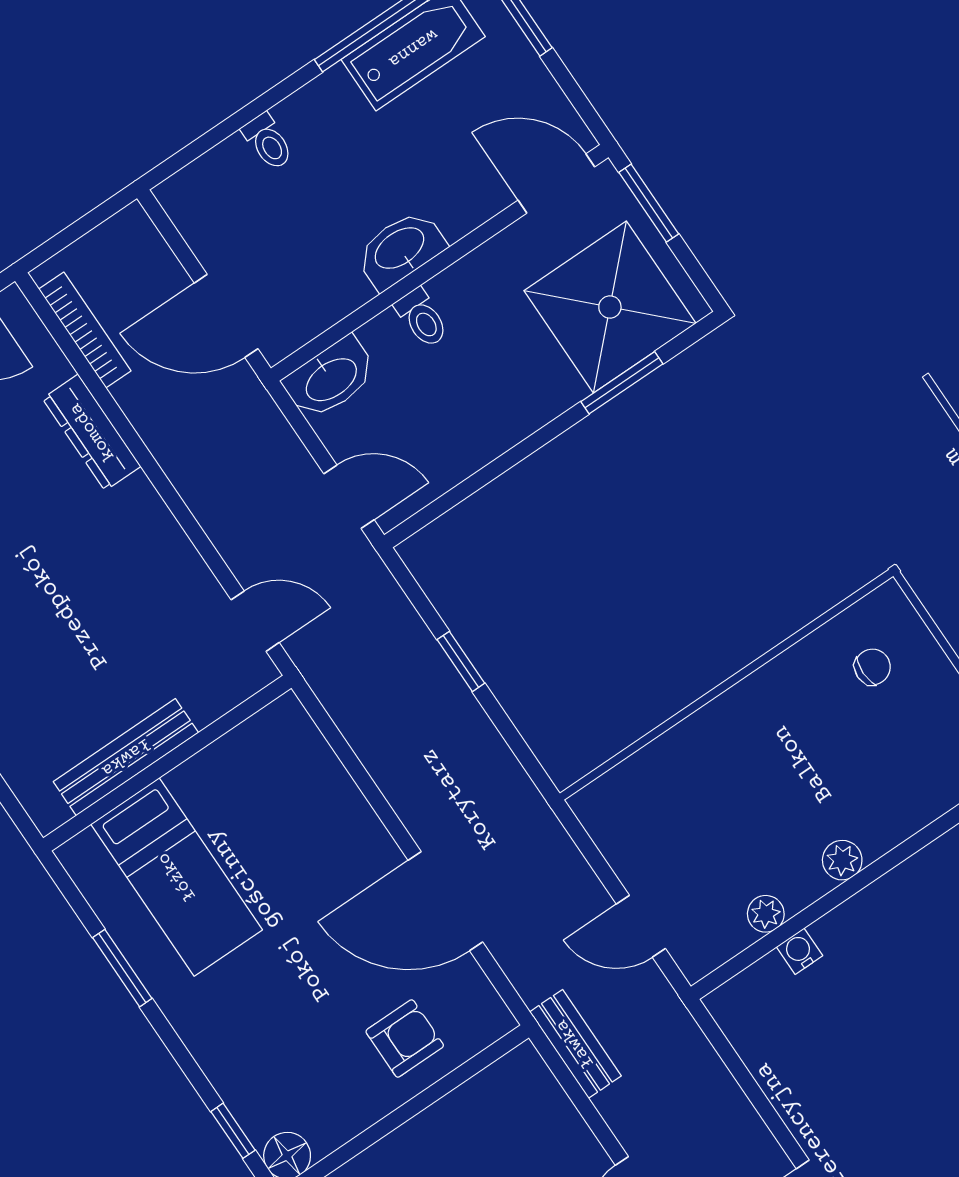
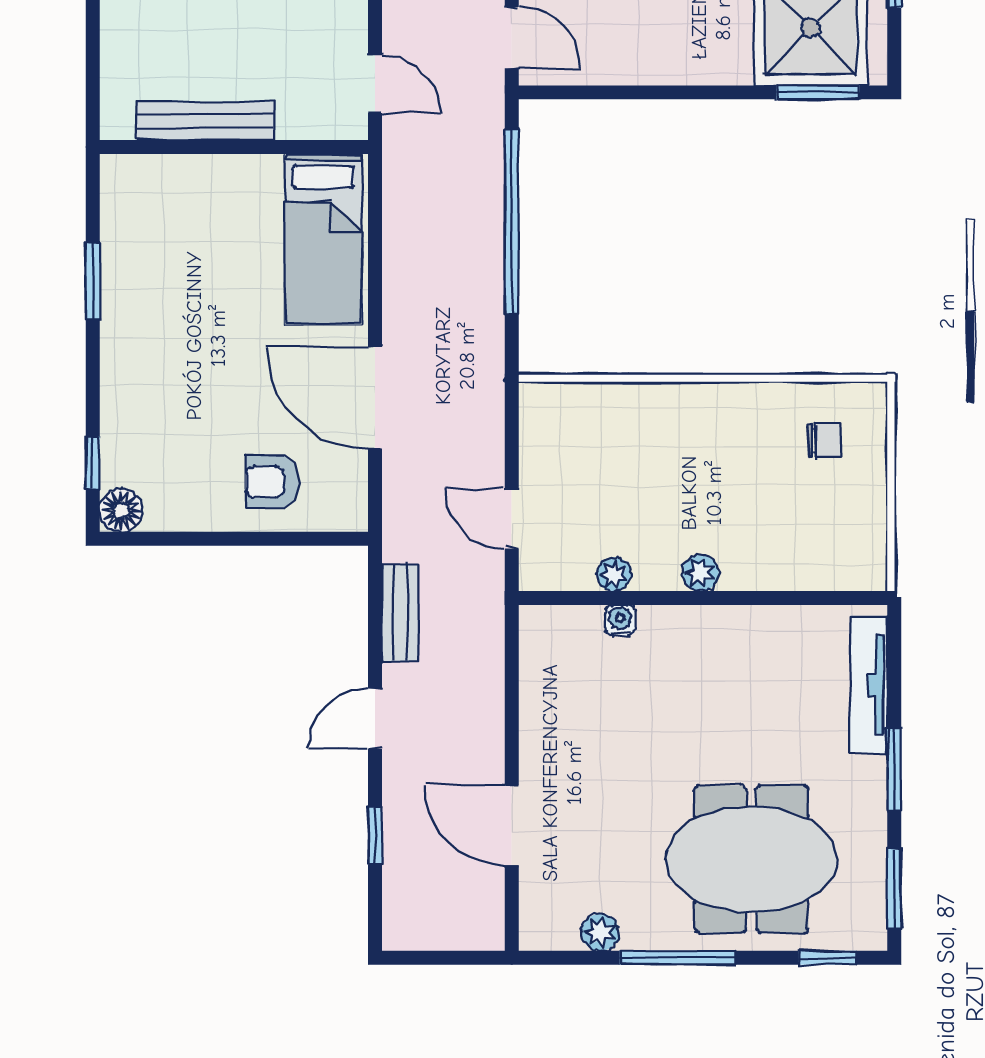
window: (622, 383) -> (818, 92), moved
window: (461, 661) -> (512, 222), width x3.17
bed: (177, 877) -> (323, 239), moved
armchair: (405, 1038) -> (272, 482), turned 180
bench: (575, 1044) -> (400, 613), moved

